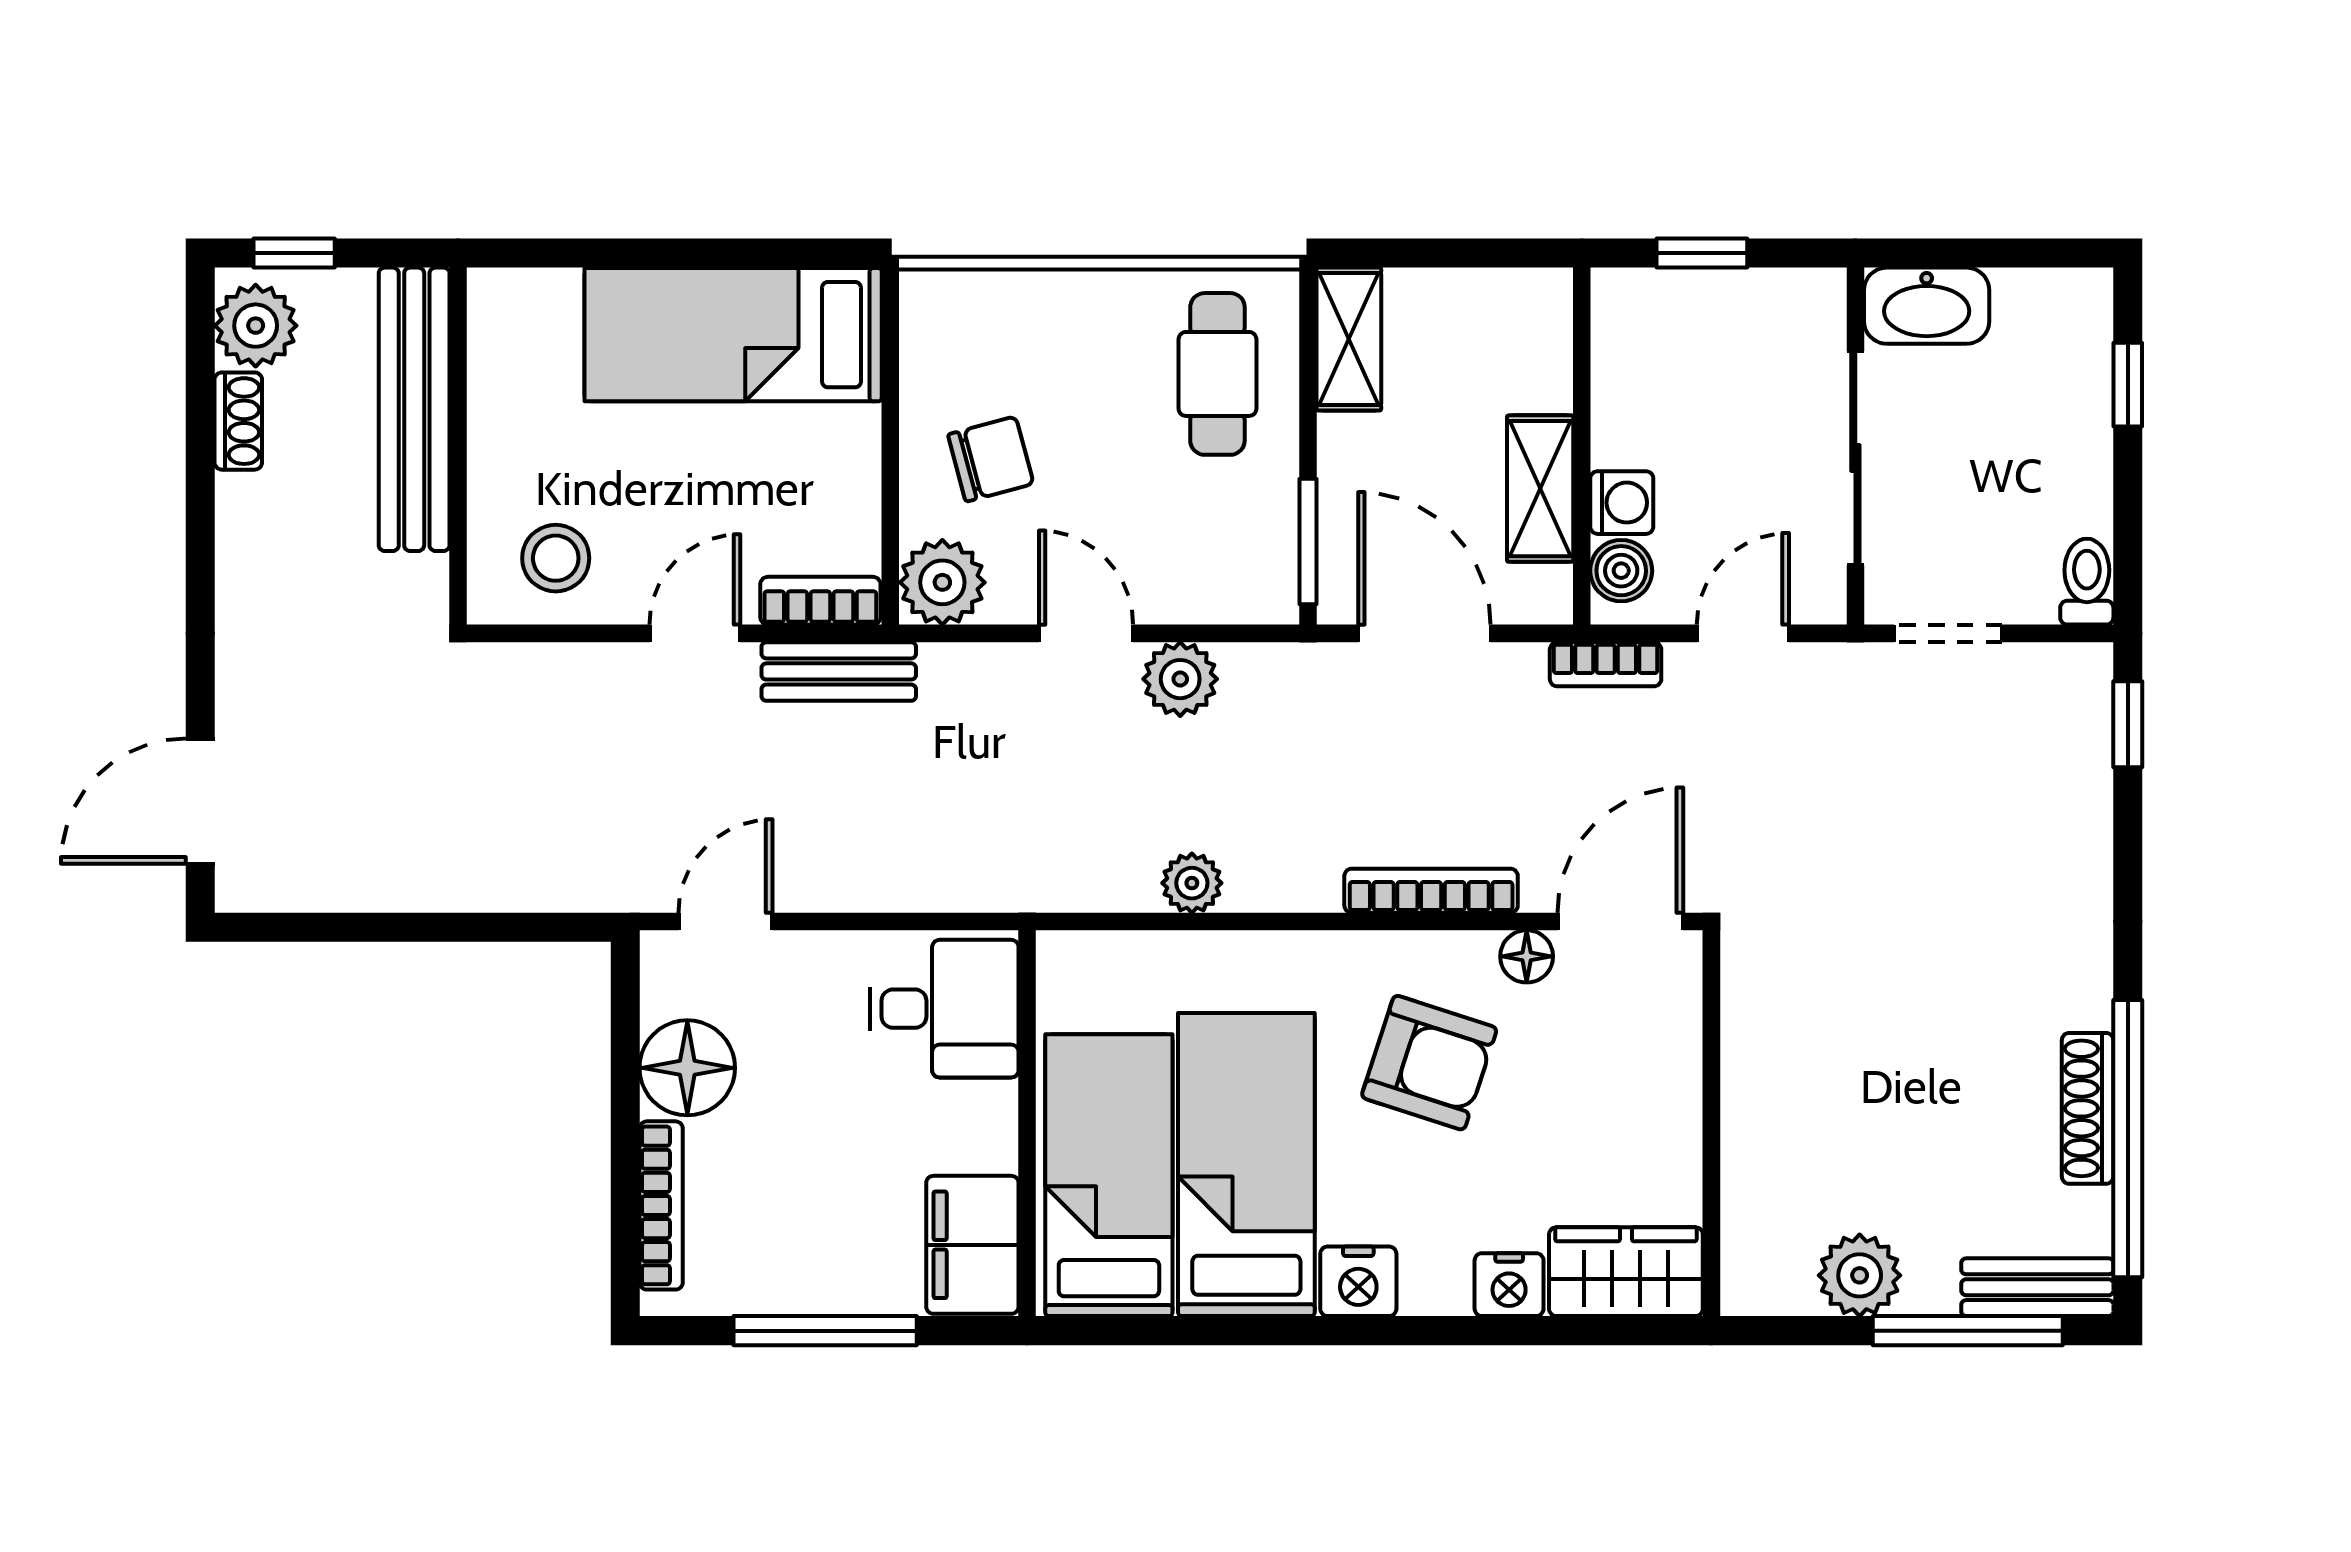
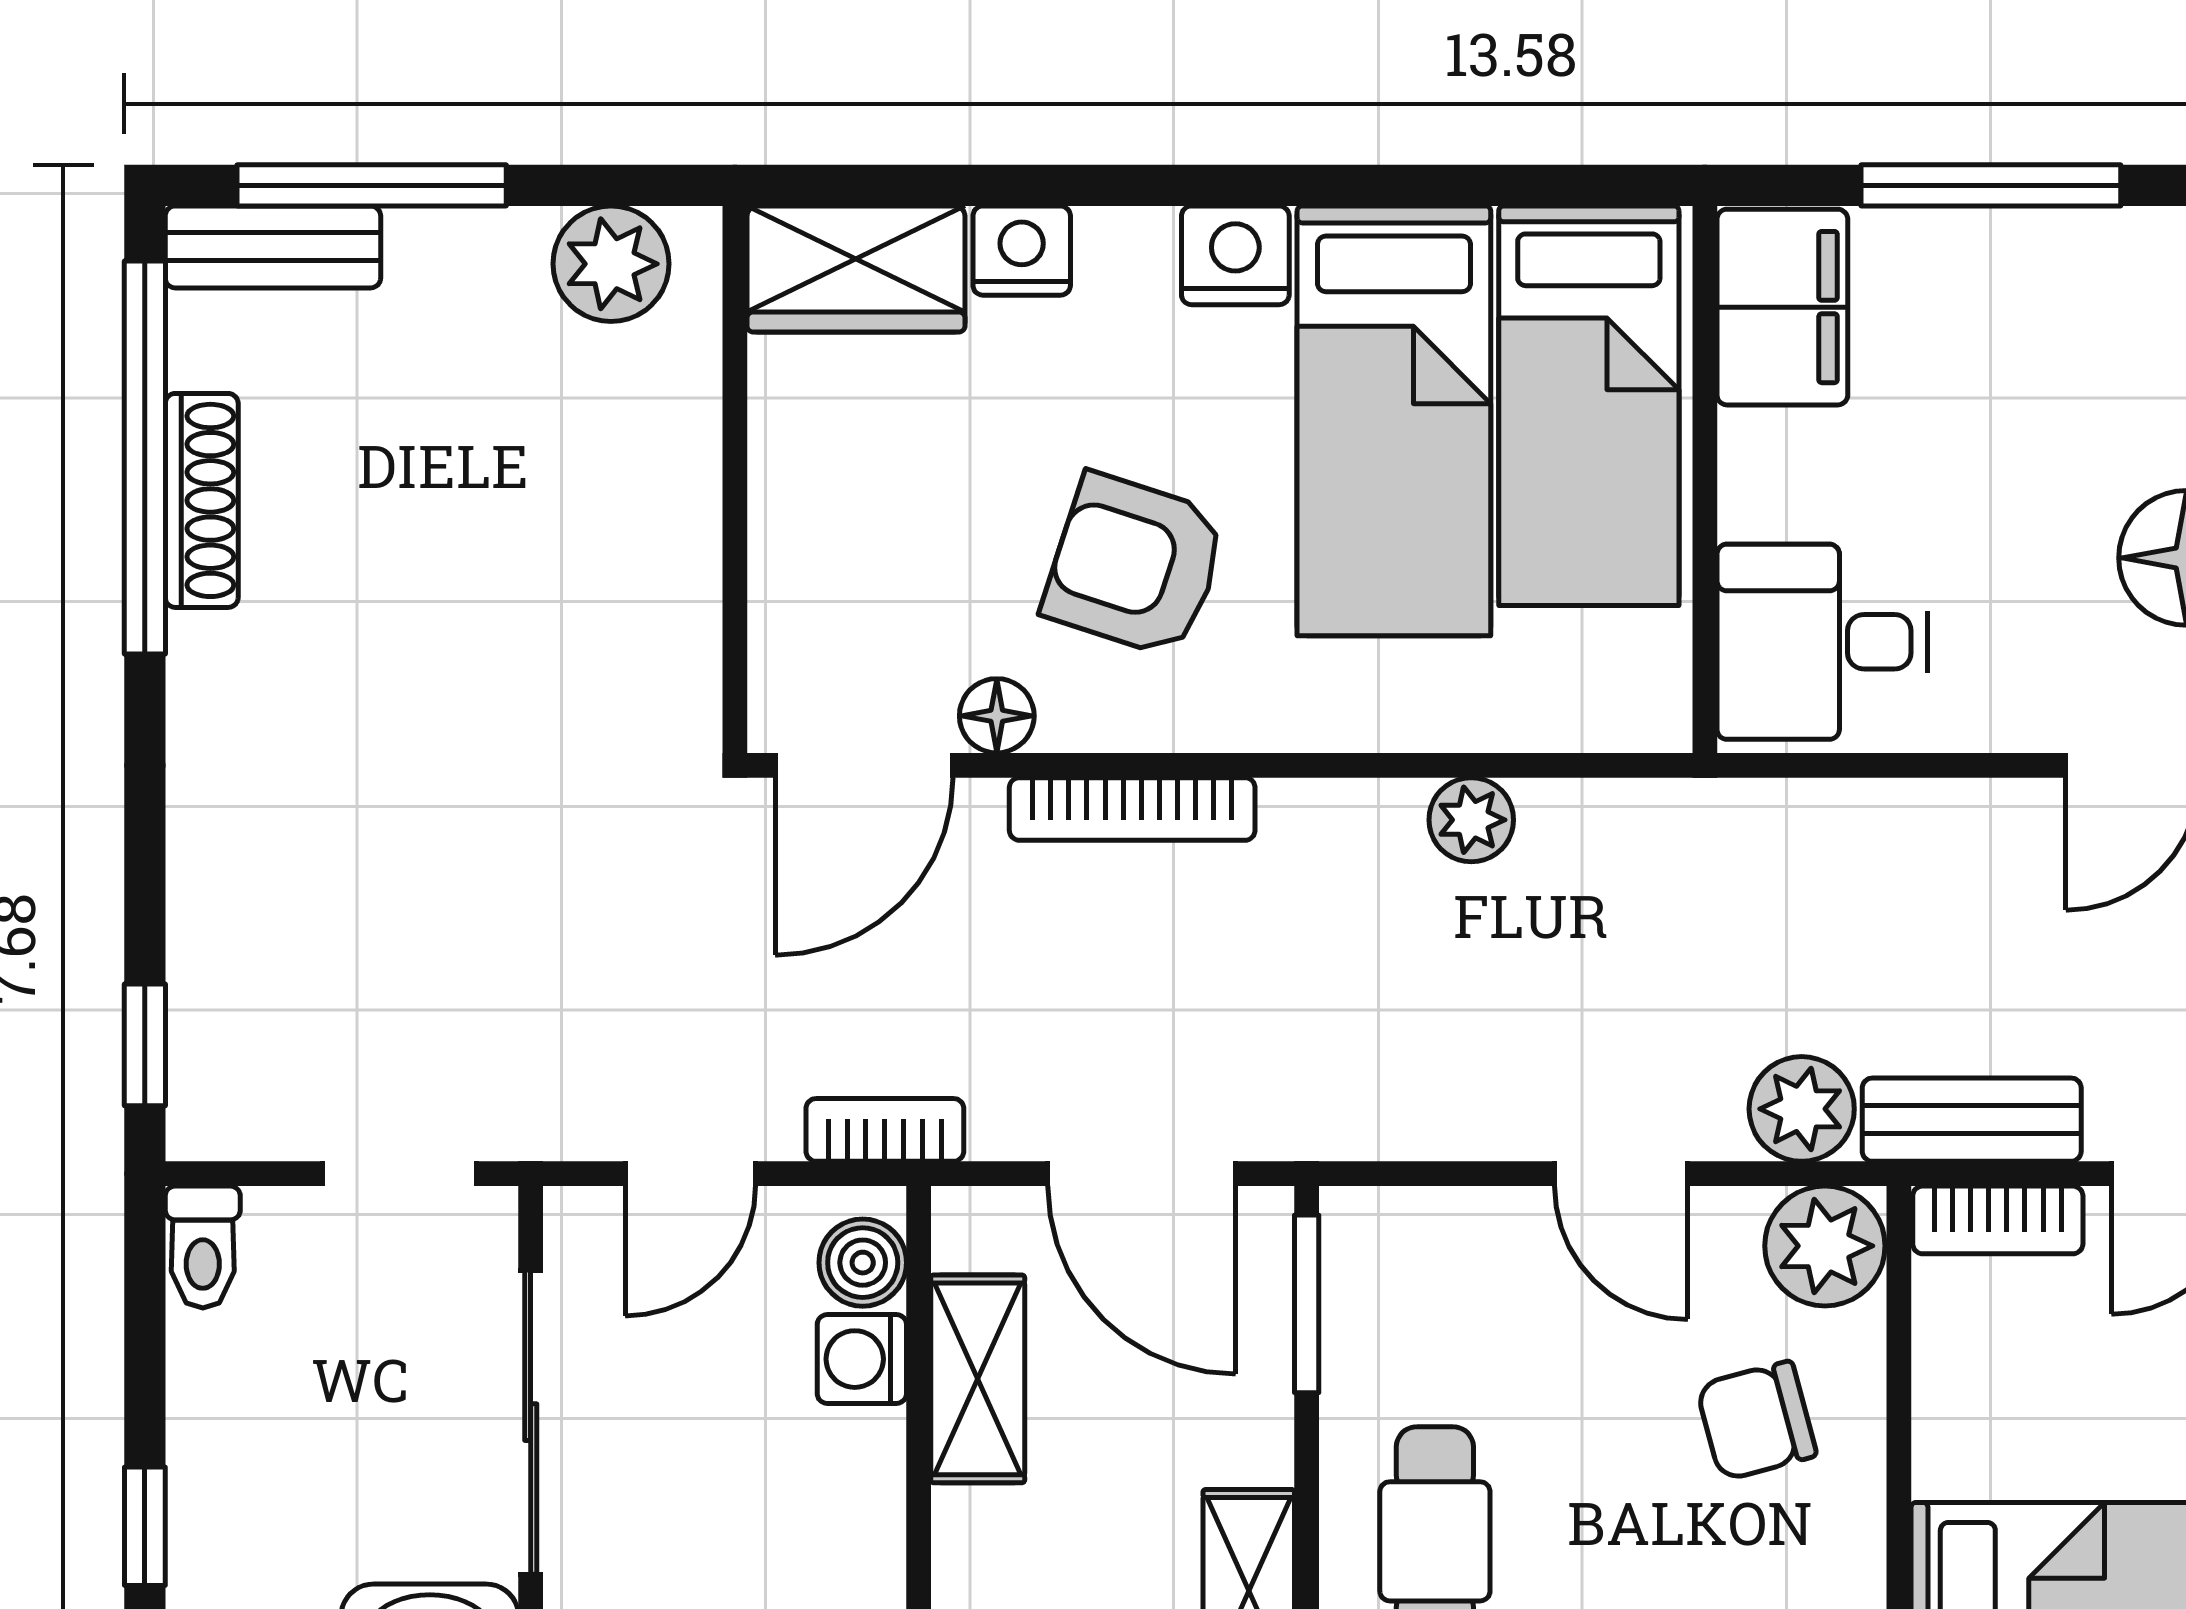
plant: (1180, 679) -> (1802, 1109), moved
plant: (1860, 1275) -> (611, 264), moved

